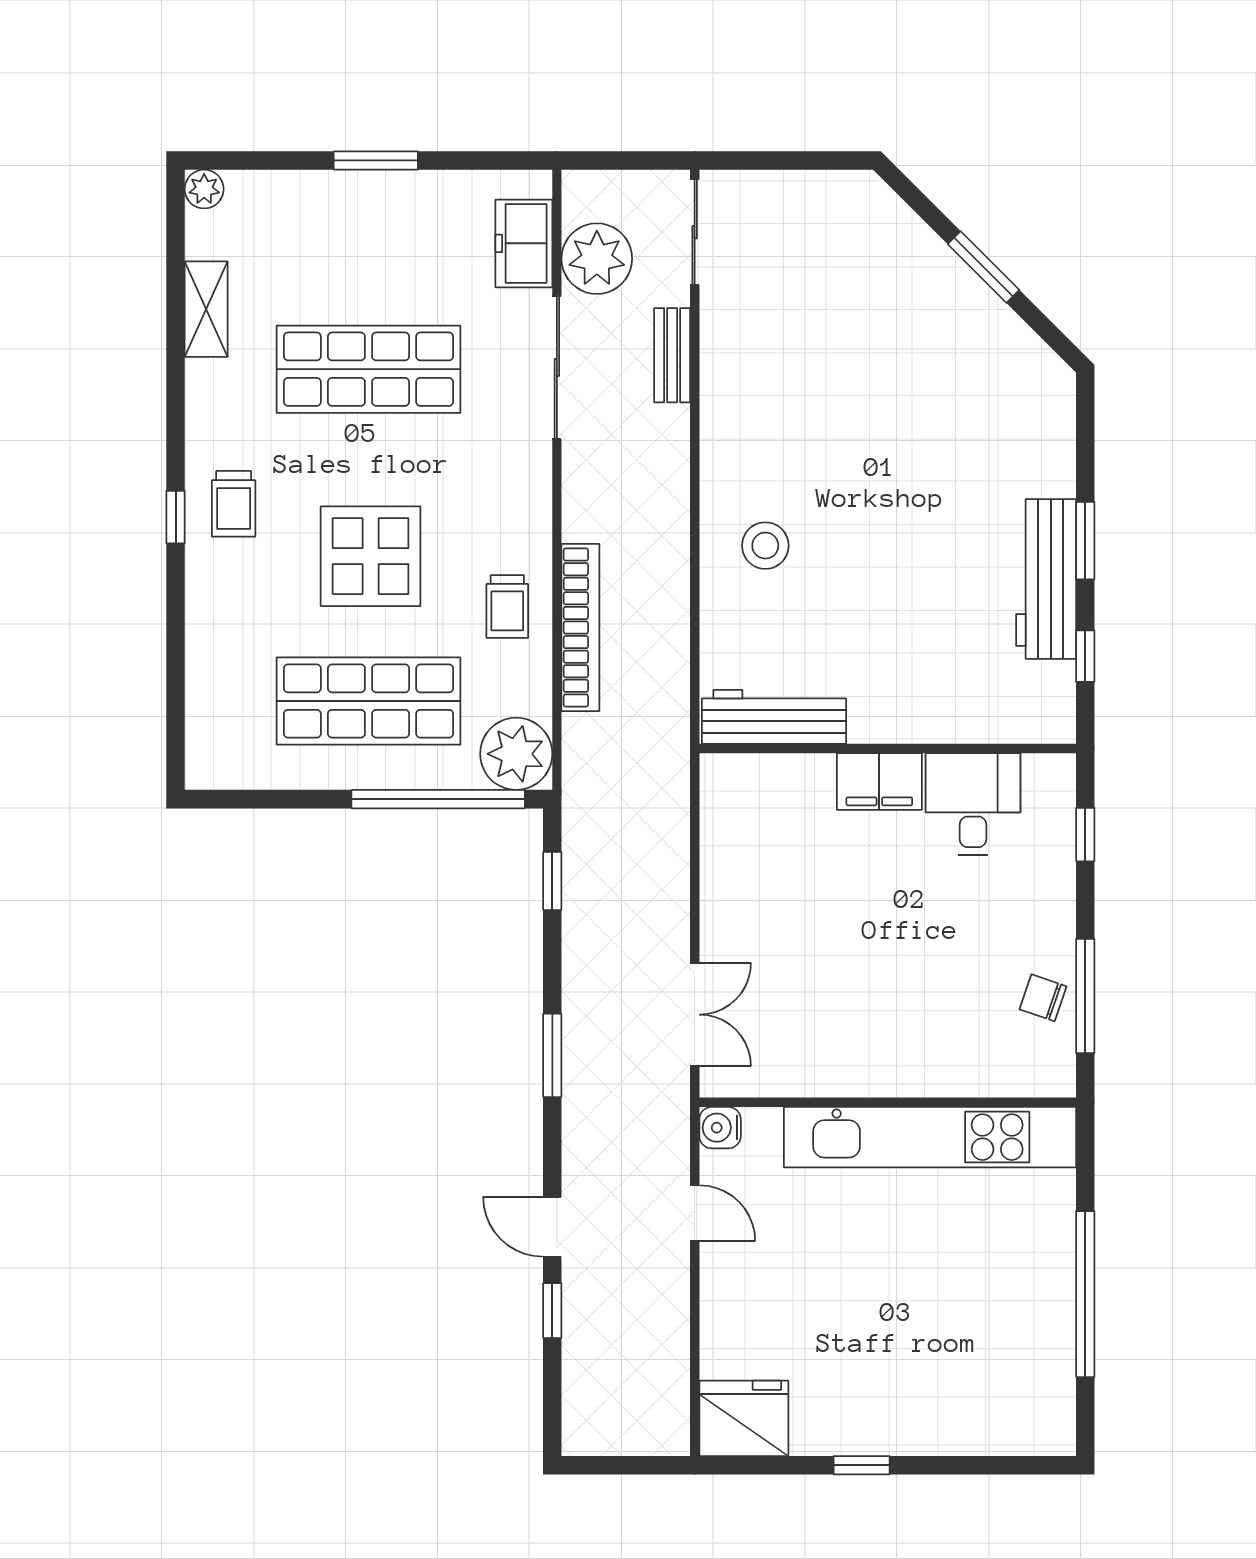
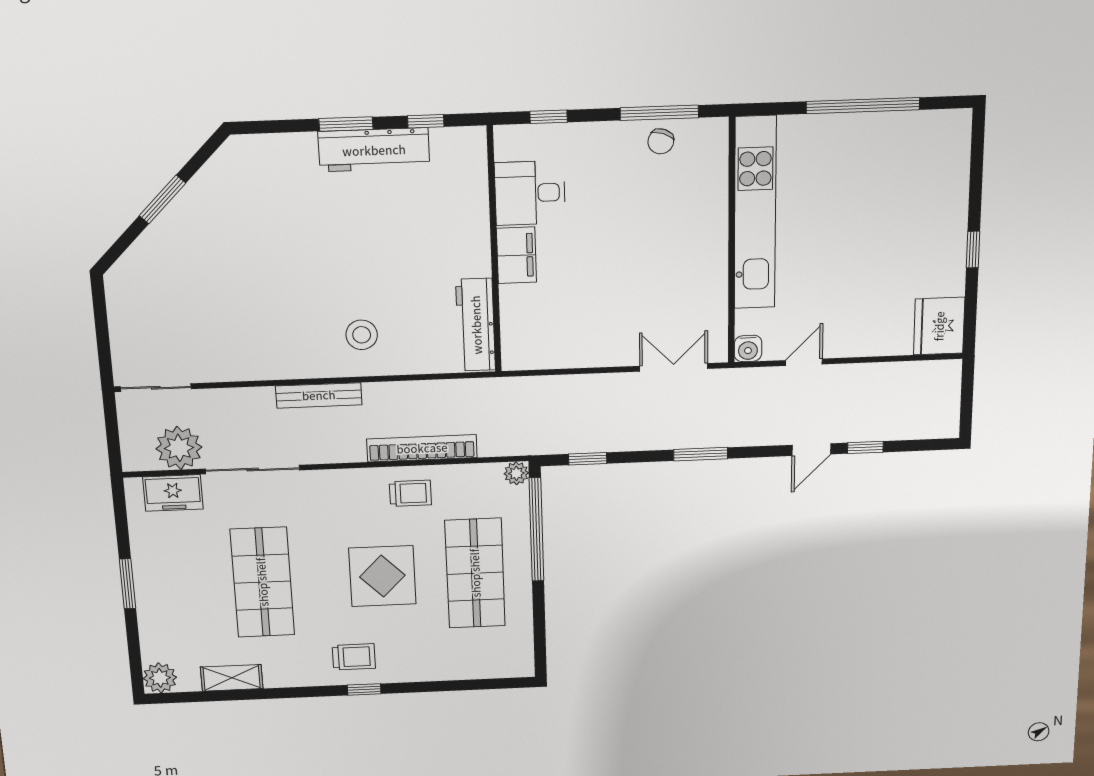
plant: (204, 189) -> (160, 678), width x1.38, depth x1.38
bench: (672, 355) -> (319, 395), moved, width x1.36
plant: (516, 754) -> (516, 473), width x0.53, depth x0.53

